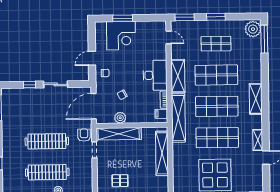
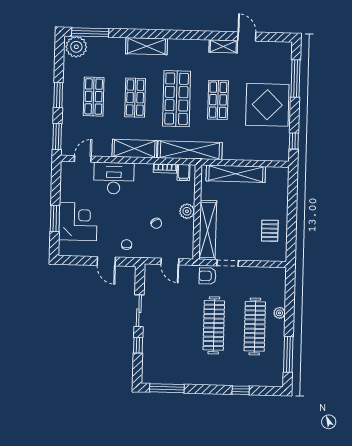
desk: (155, 75) -> (114, 178), moved
shop shelf: (216, 75) -> (135, 98), width x0.70, depth x0.74
shelving: (256, 99) -> (147, 46), moved
door: (94, 106) -> (170, 262), width x0.53
plant: (120, 118) -> (187, 211), moved
shop shelf: (217, 138) -> (218, 100), width x0.70, depth x0.74

